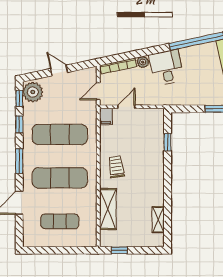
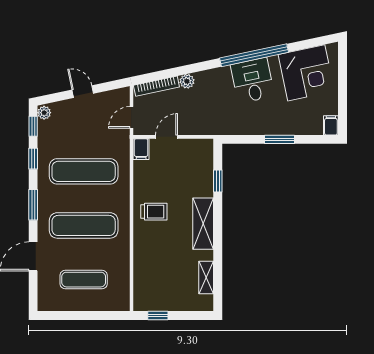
desk: (166, 68) -> (252, 80), moved
plant: (33, 92) -> (44, 113), width x0.53, depth x0.53
trolley: (116, 167) -> (154, 212), turned 98
shelving: (108, 209) -> (203, 224), moved

